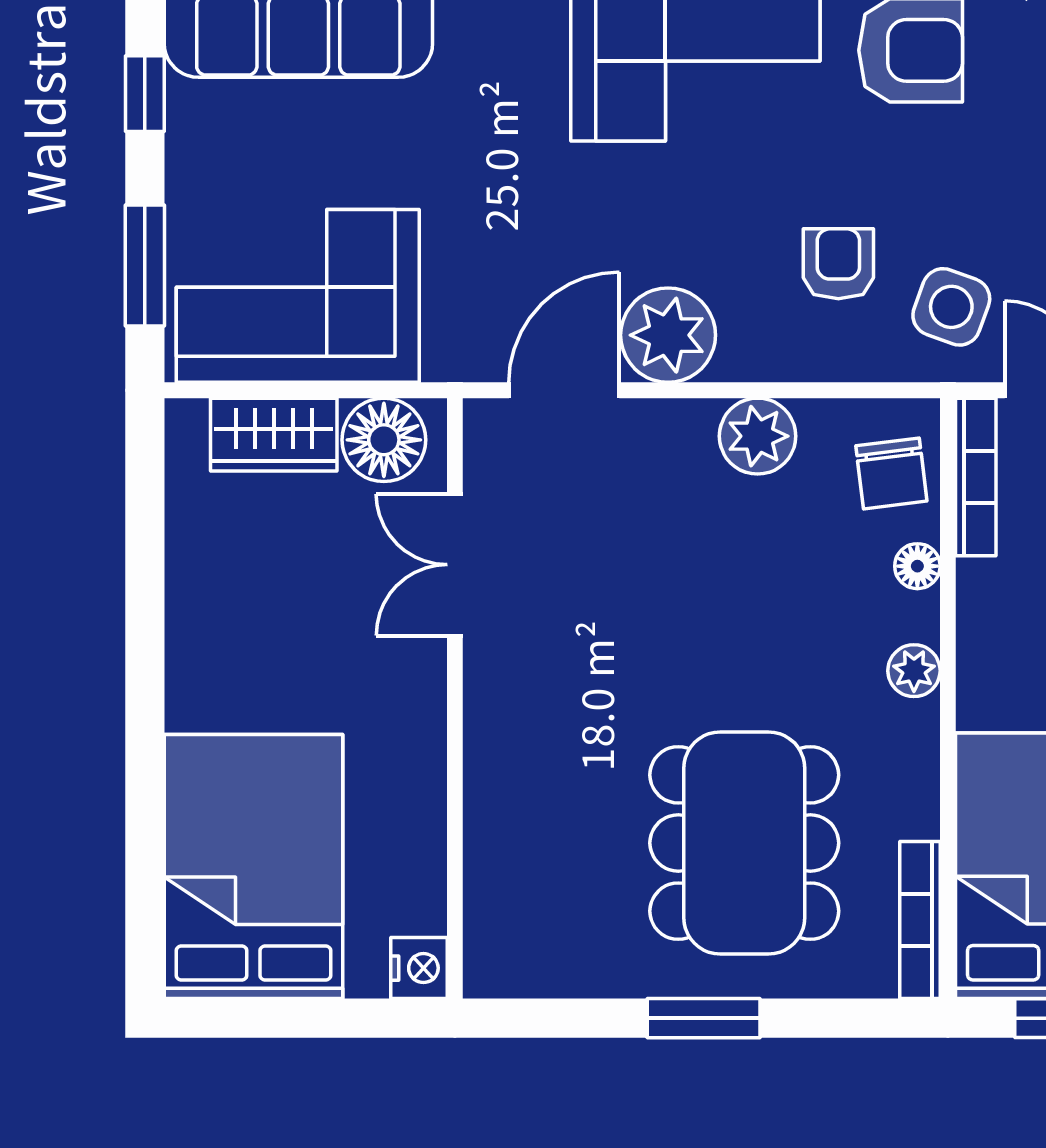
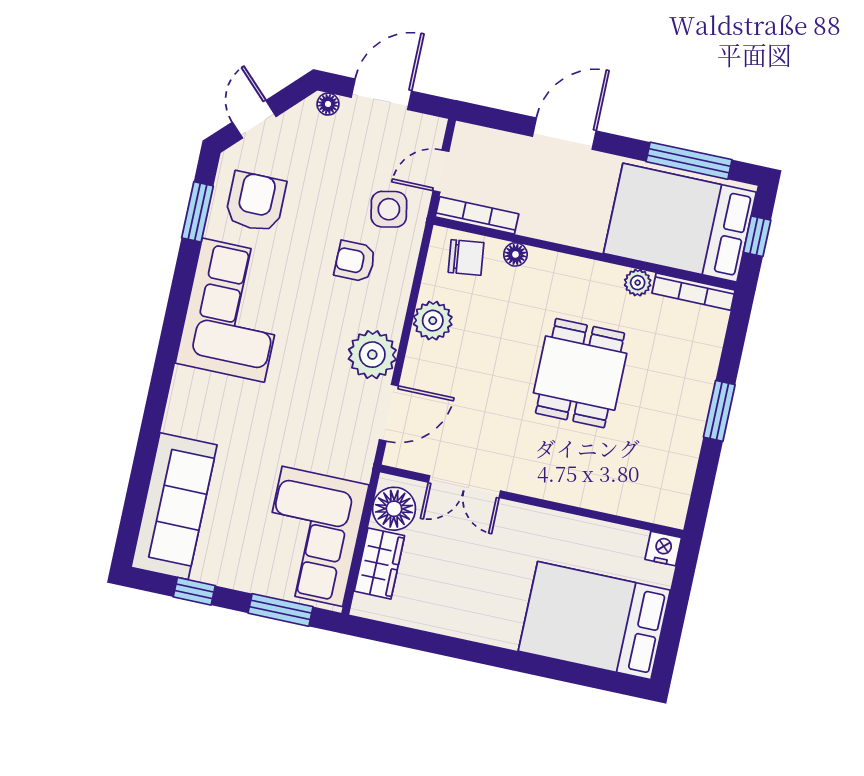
side table: (951, 307) -> (389, 209), turned -31
door: (564, 390) -> (389, 413), swing flipped
plant: (914, 671) -> (638, 283), moved
dining table: (744, 843) -> (580, 373), moved, width x0.73

